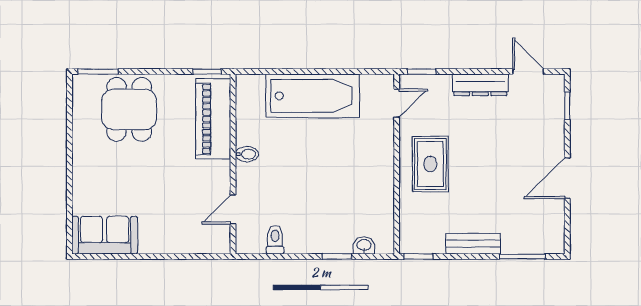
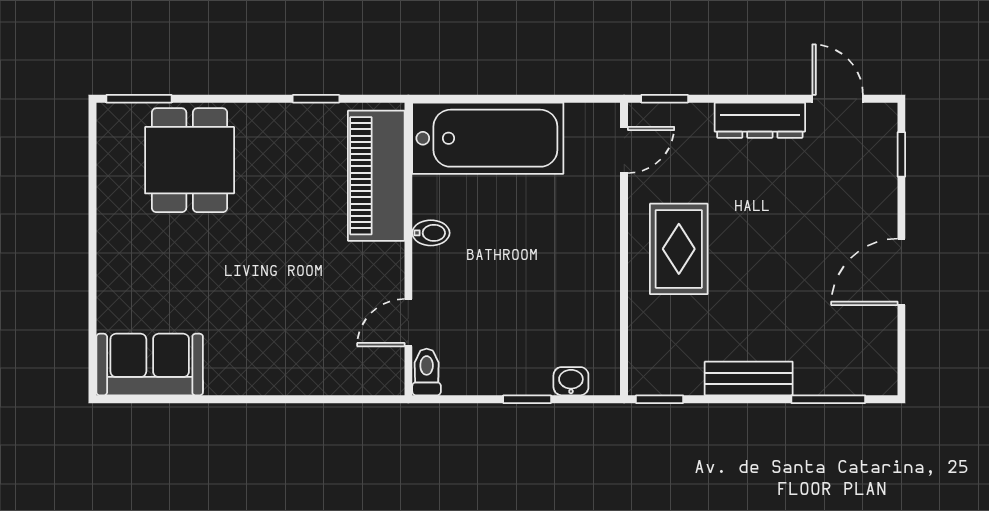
piano: (213, 119) -> (376, 176), moved
bidet: (247, 154) -> (431, 233), moved
wall: (233, 164) -> (408, 249), moved
door: (233, 209) -> (408, 323), moved

